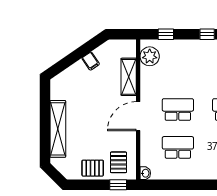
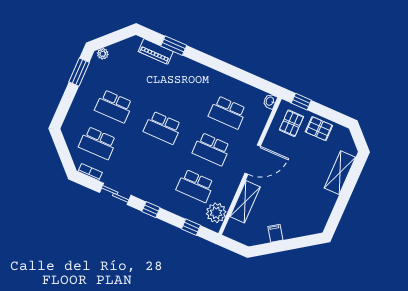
school desk: (178, 72) -> (195, 186), added
shelving: (58, 129) -> (340, 173), width x0.68

